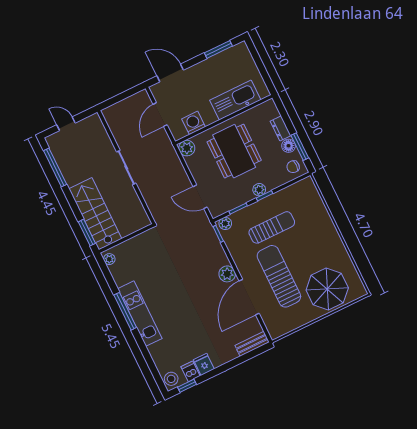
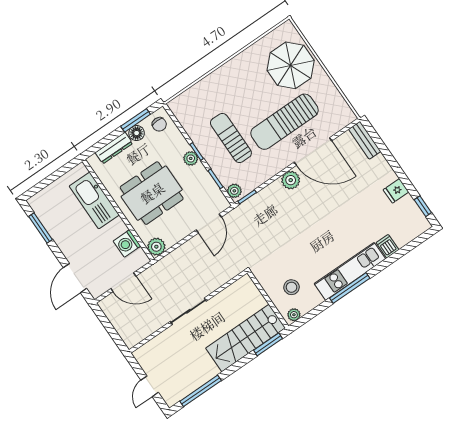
dresser: (281, 128) -> (114, 148), width x1.44
dishwasher: (190, 371) -> (388, 246), moved, turned 90
stool: (171, 379) -> (291, 287), moved

